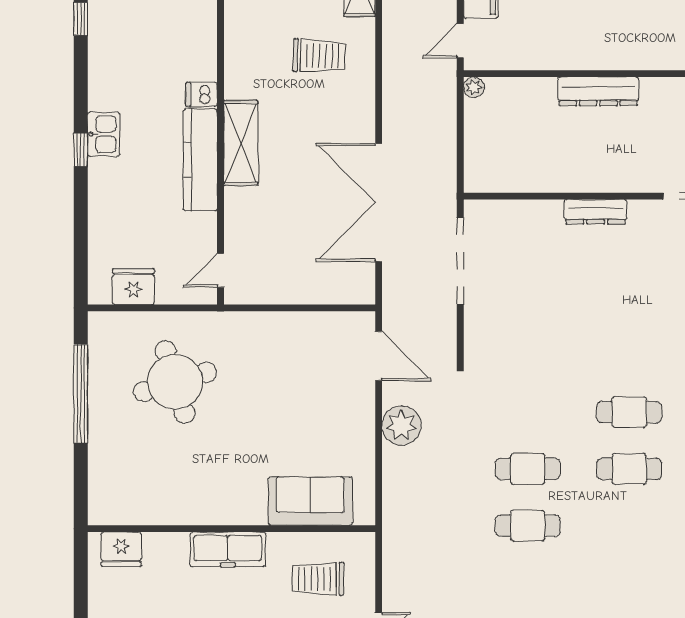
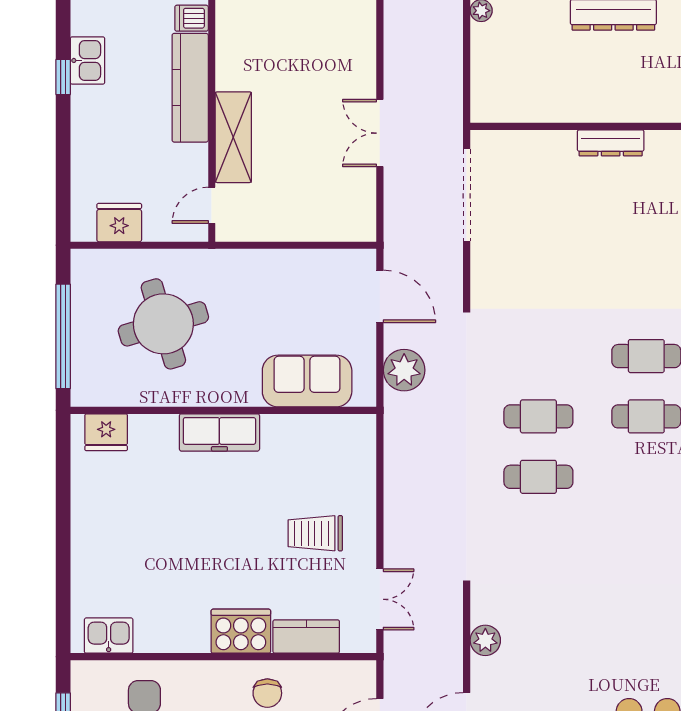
shelving: (241, 143) -> (233, 137), moved
double door: (379, 202) -> (380, 133), width x0.54
sofa: (310, 501) -> (307, 381), moved
wall: (231, 529) -> (223, 410), moved
fridge: (121, 549) -> (106, 432), moved
freezer: (228, 549) -> (219, 432), moved

